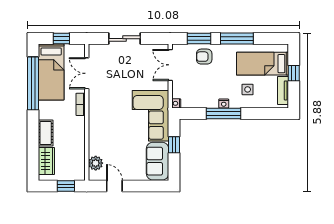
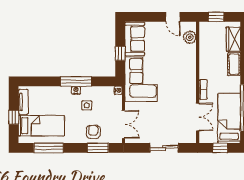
window: (237, 39) -> (49, 148), moved
armchair: (204, 57) -> (93, 132), turned -90
side table: (248, 89) -> (87, 105), moved

